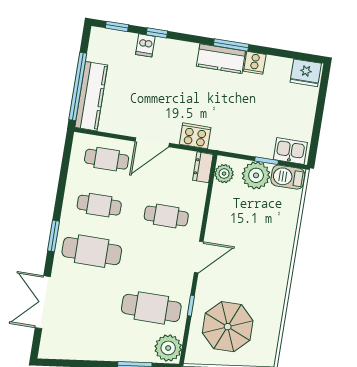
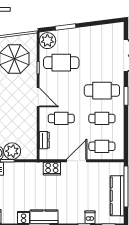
kitchen counter: (91, 96) -> (117, 196), moved
dresser: (203, 167) -> (44, 140), moved
plant: (224, 174) -> (31, 149), removed
door: (199, 257) -> (38, 97), swing flipped

